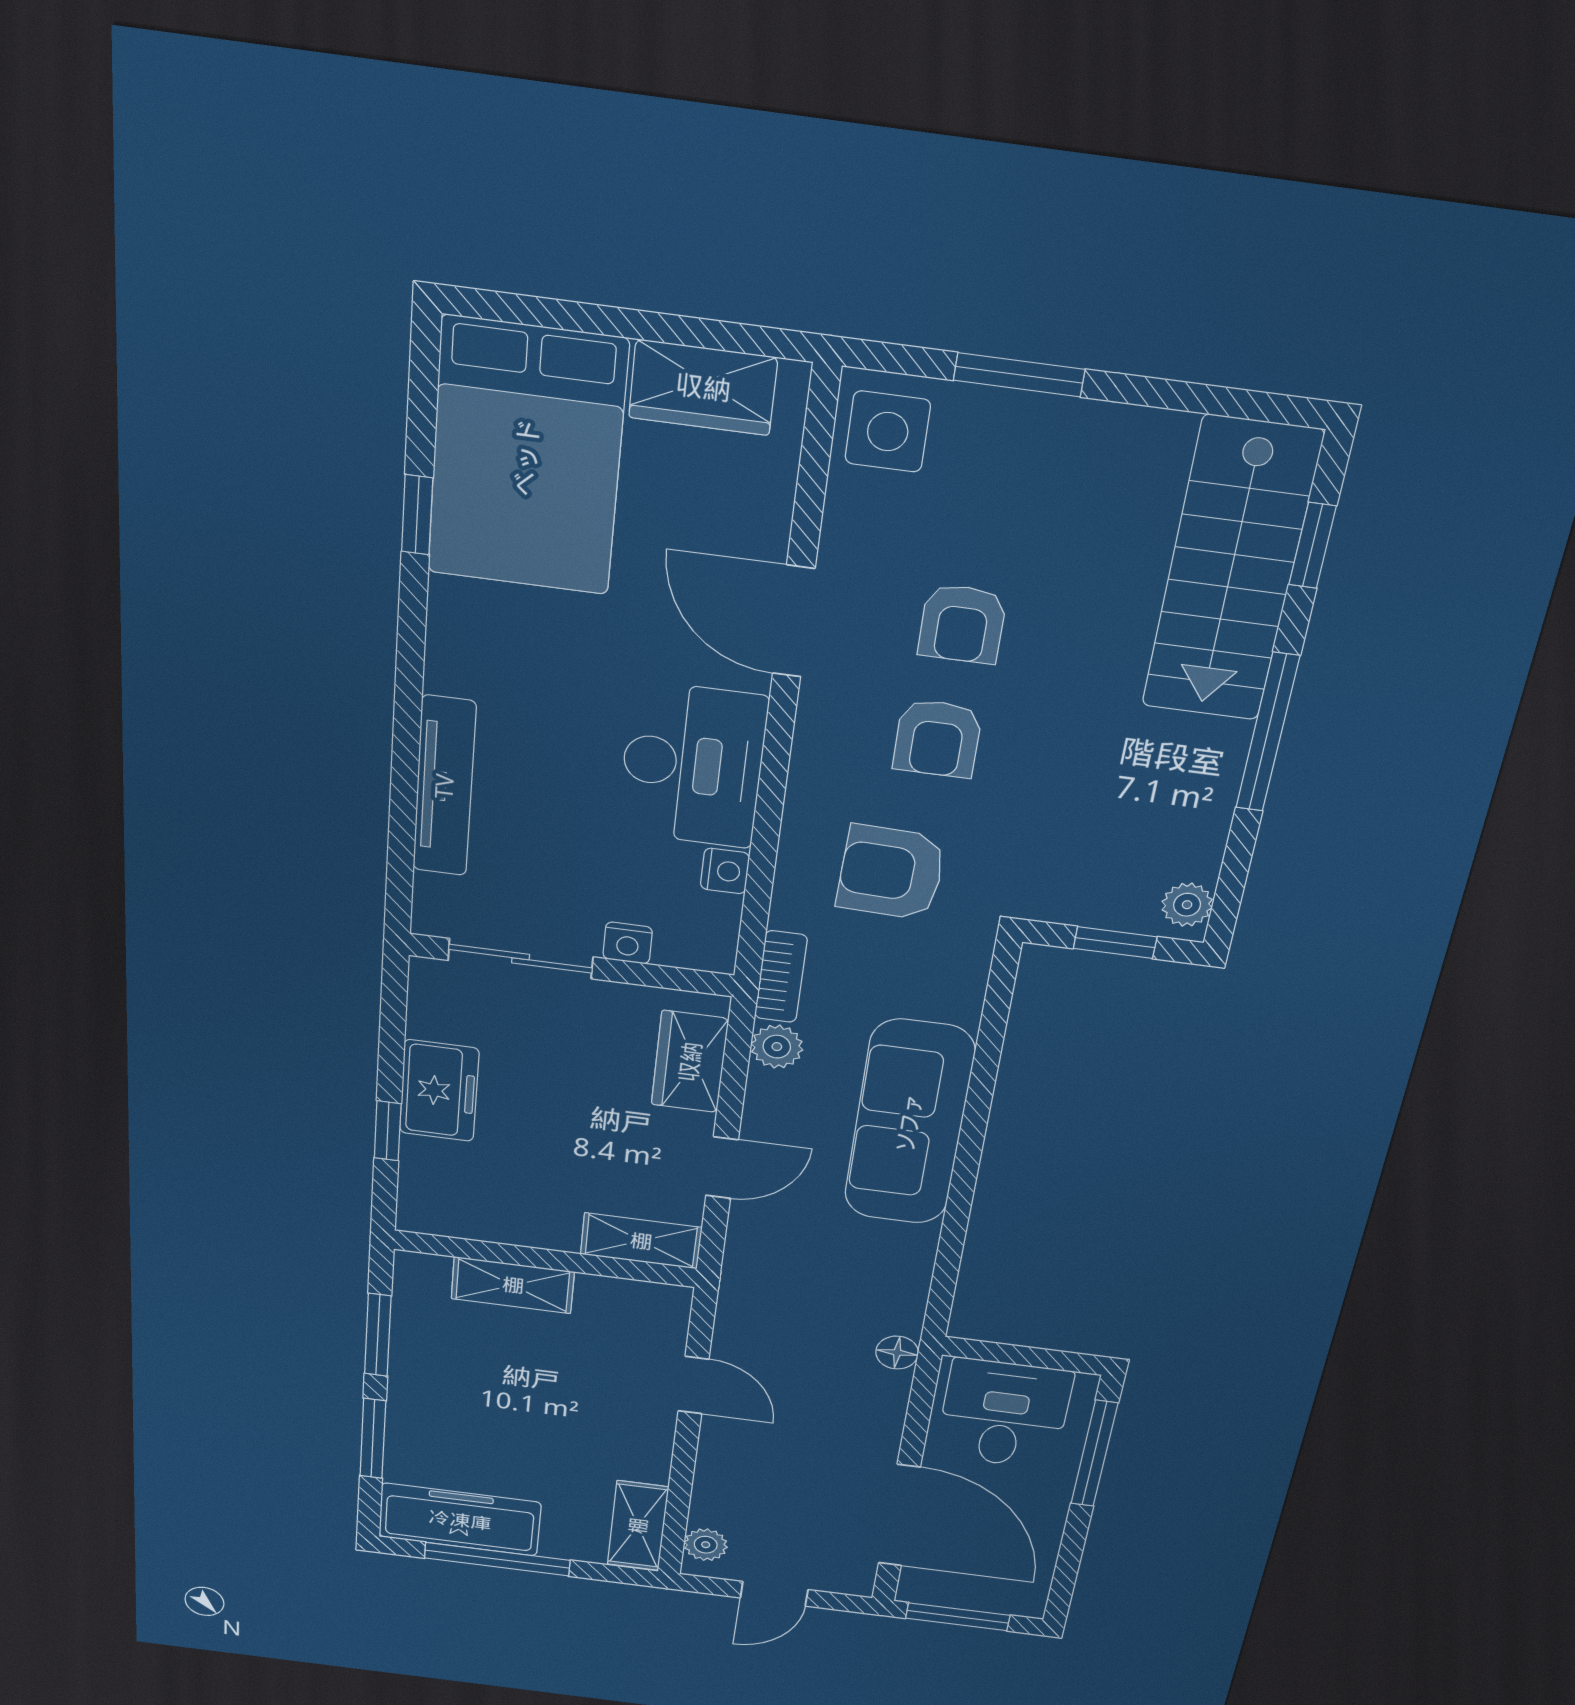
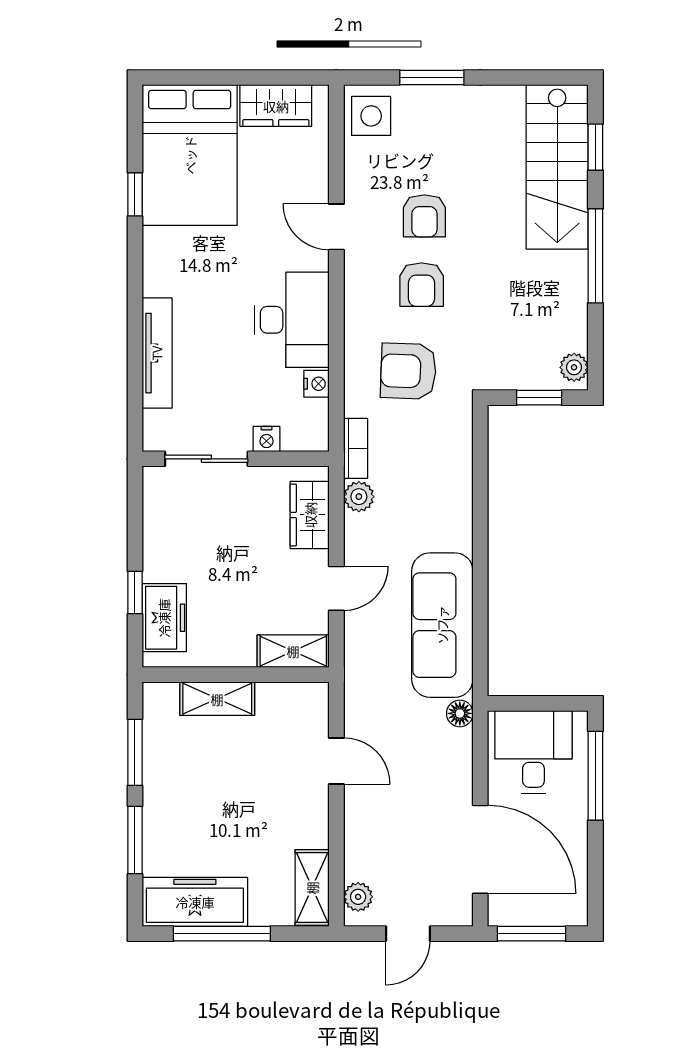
door: (794, 621) -> (336, 227), width x0.73
freezer: (439, 1091) -> (164, 618), moved
sofa: (909, 1123) -> (442, 625), moved

